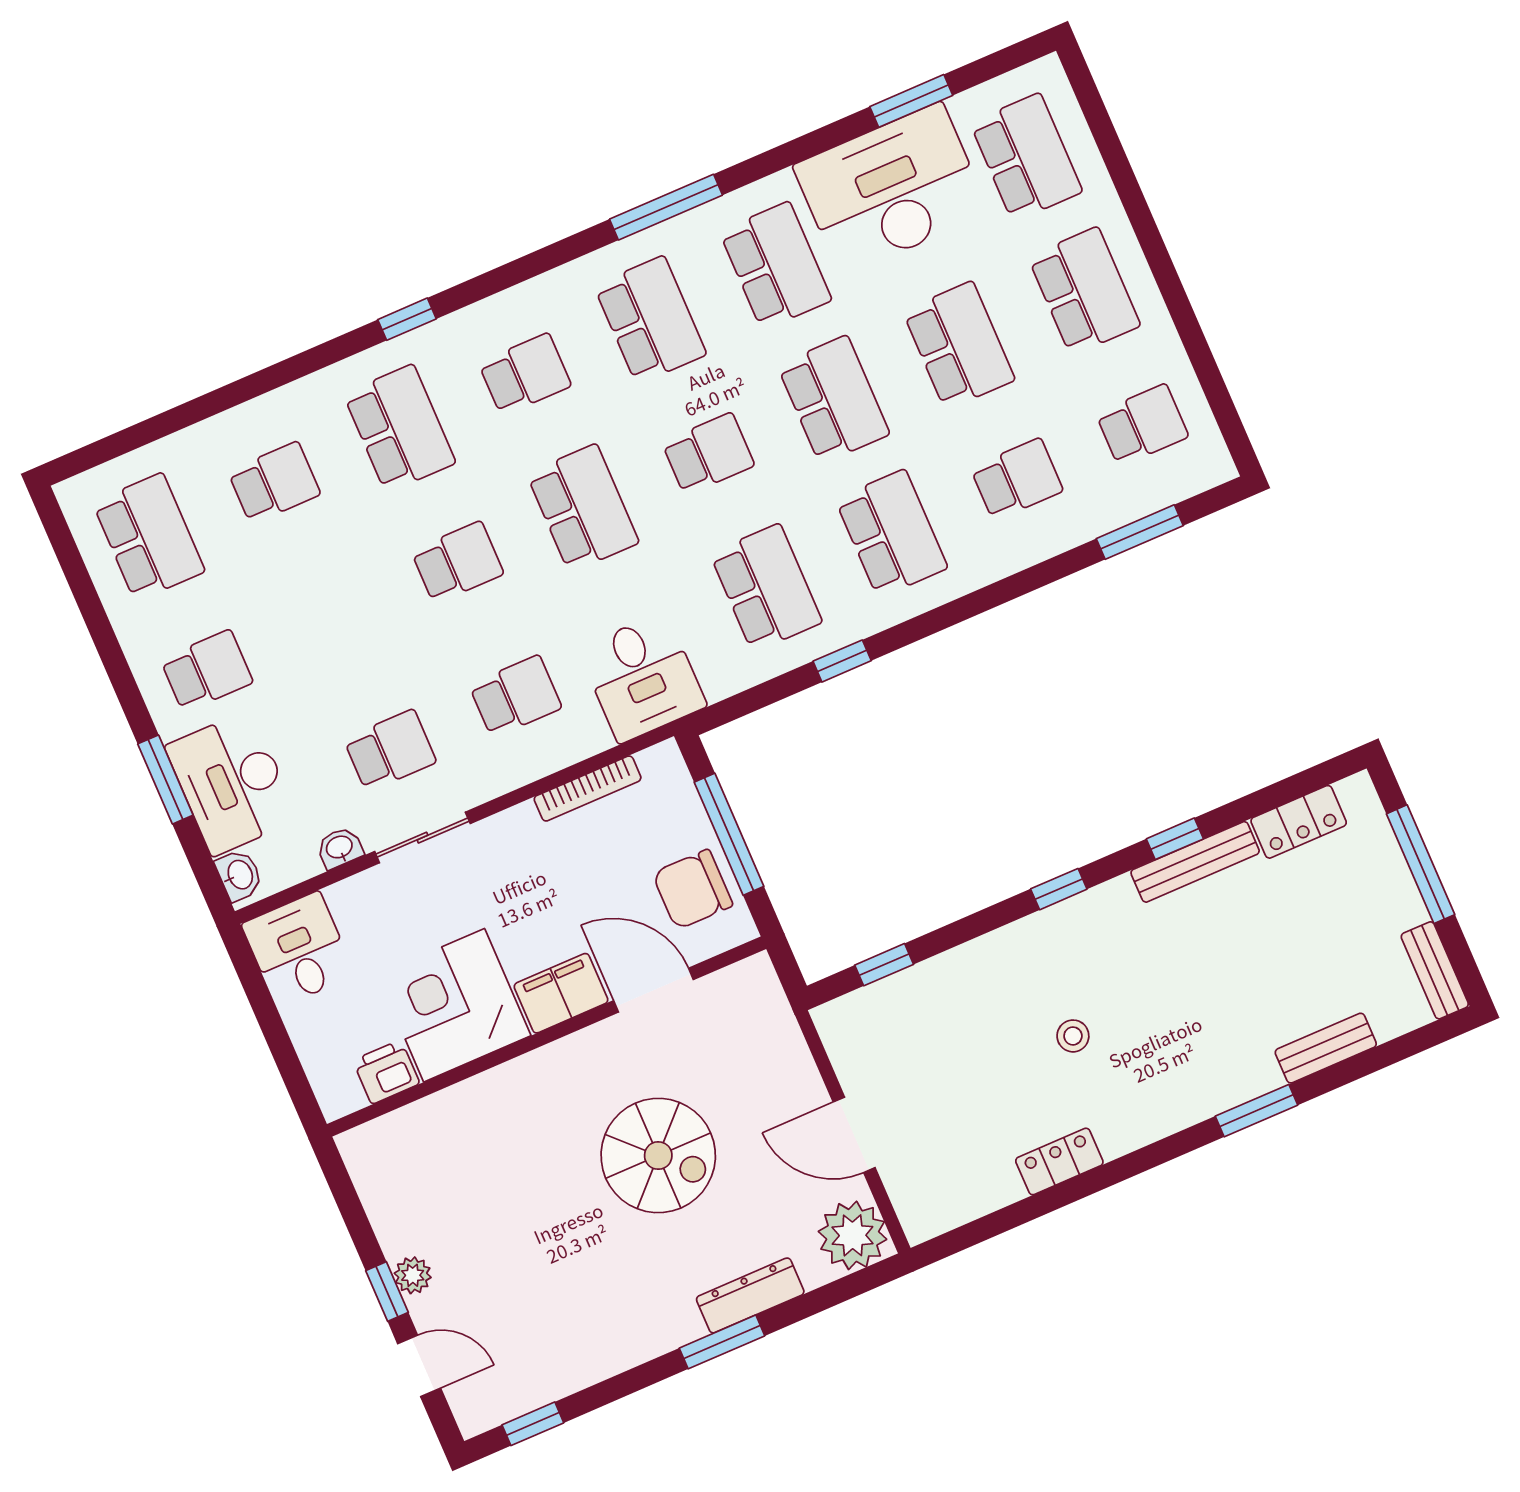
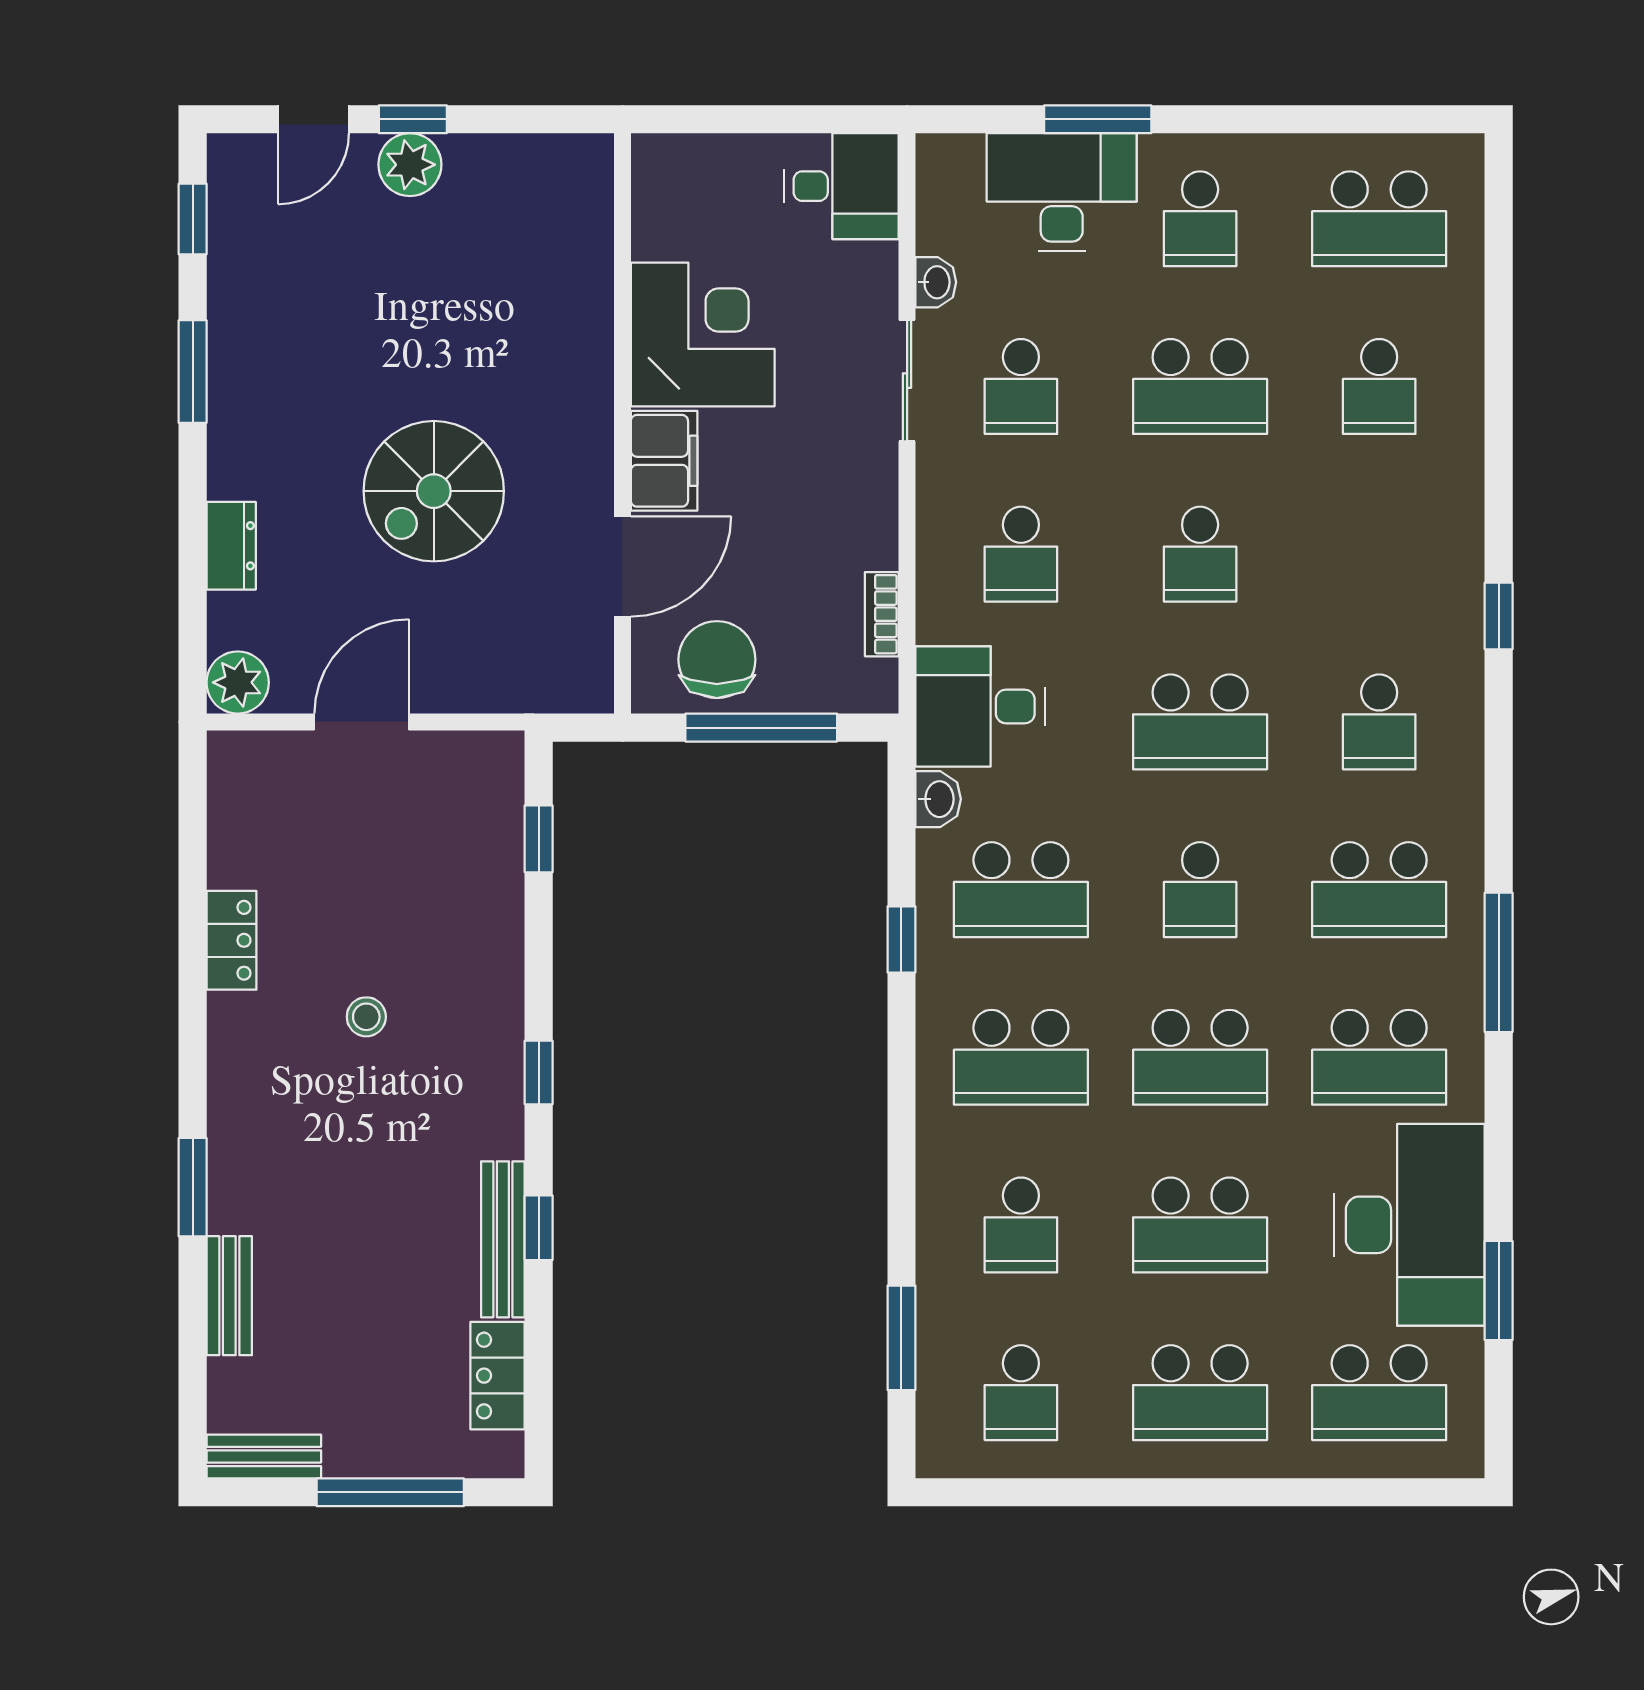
school desk: (400, 428) -> (1200, 386), moved
bookcase: (588, 788) -> (882, 614), width x0.64
washbasin: (239, 875) -> (938, 799), moved, turned -90
printer: (386, 1072) -> (660, 225), removed
plant: (853, 1235) -> (238, 682), width x0.73, depth x0.73
plant: (413, 1275) -> (410, 165), width x1.38, depth x1.38
dresser: (750, 1295) -> (231, 546), width x0.70
window: (722, 1342) -> (193, 372), moved

